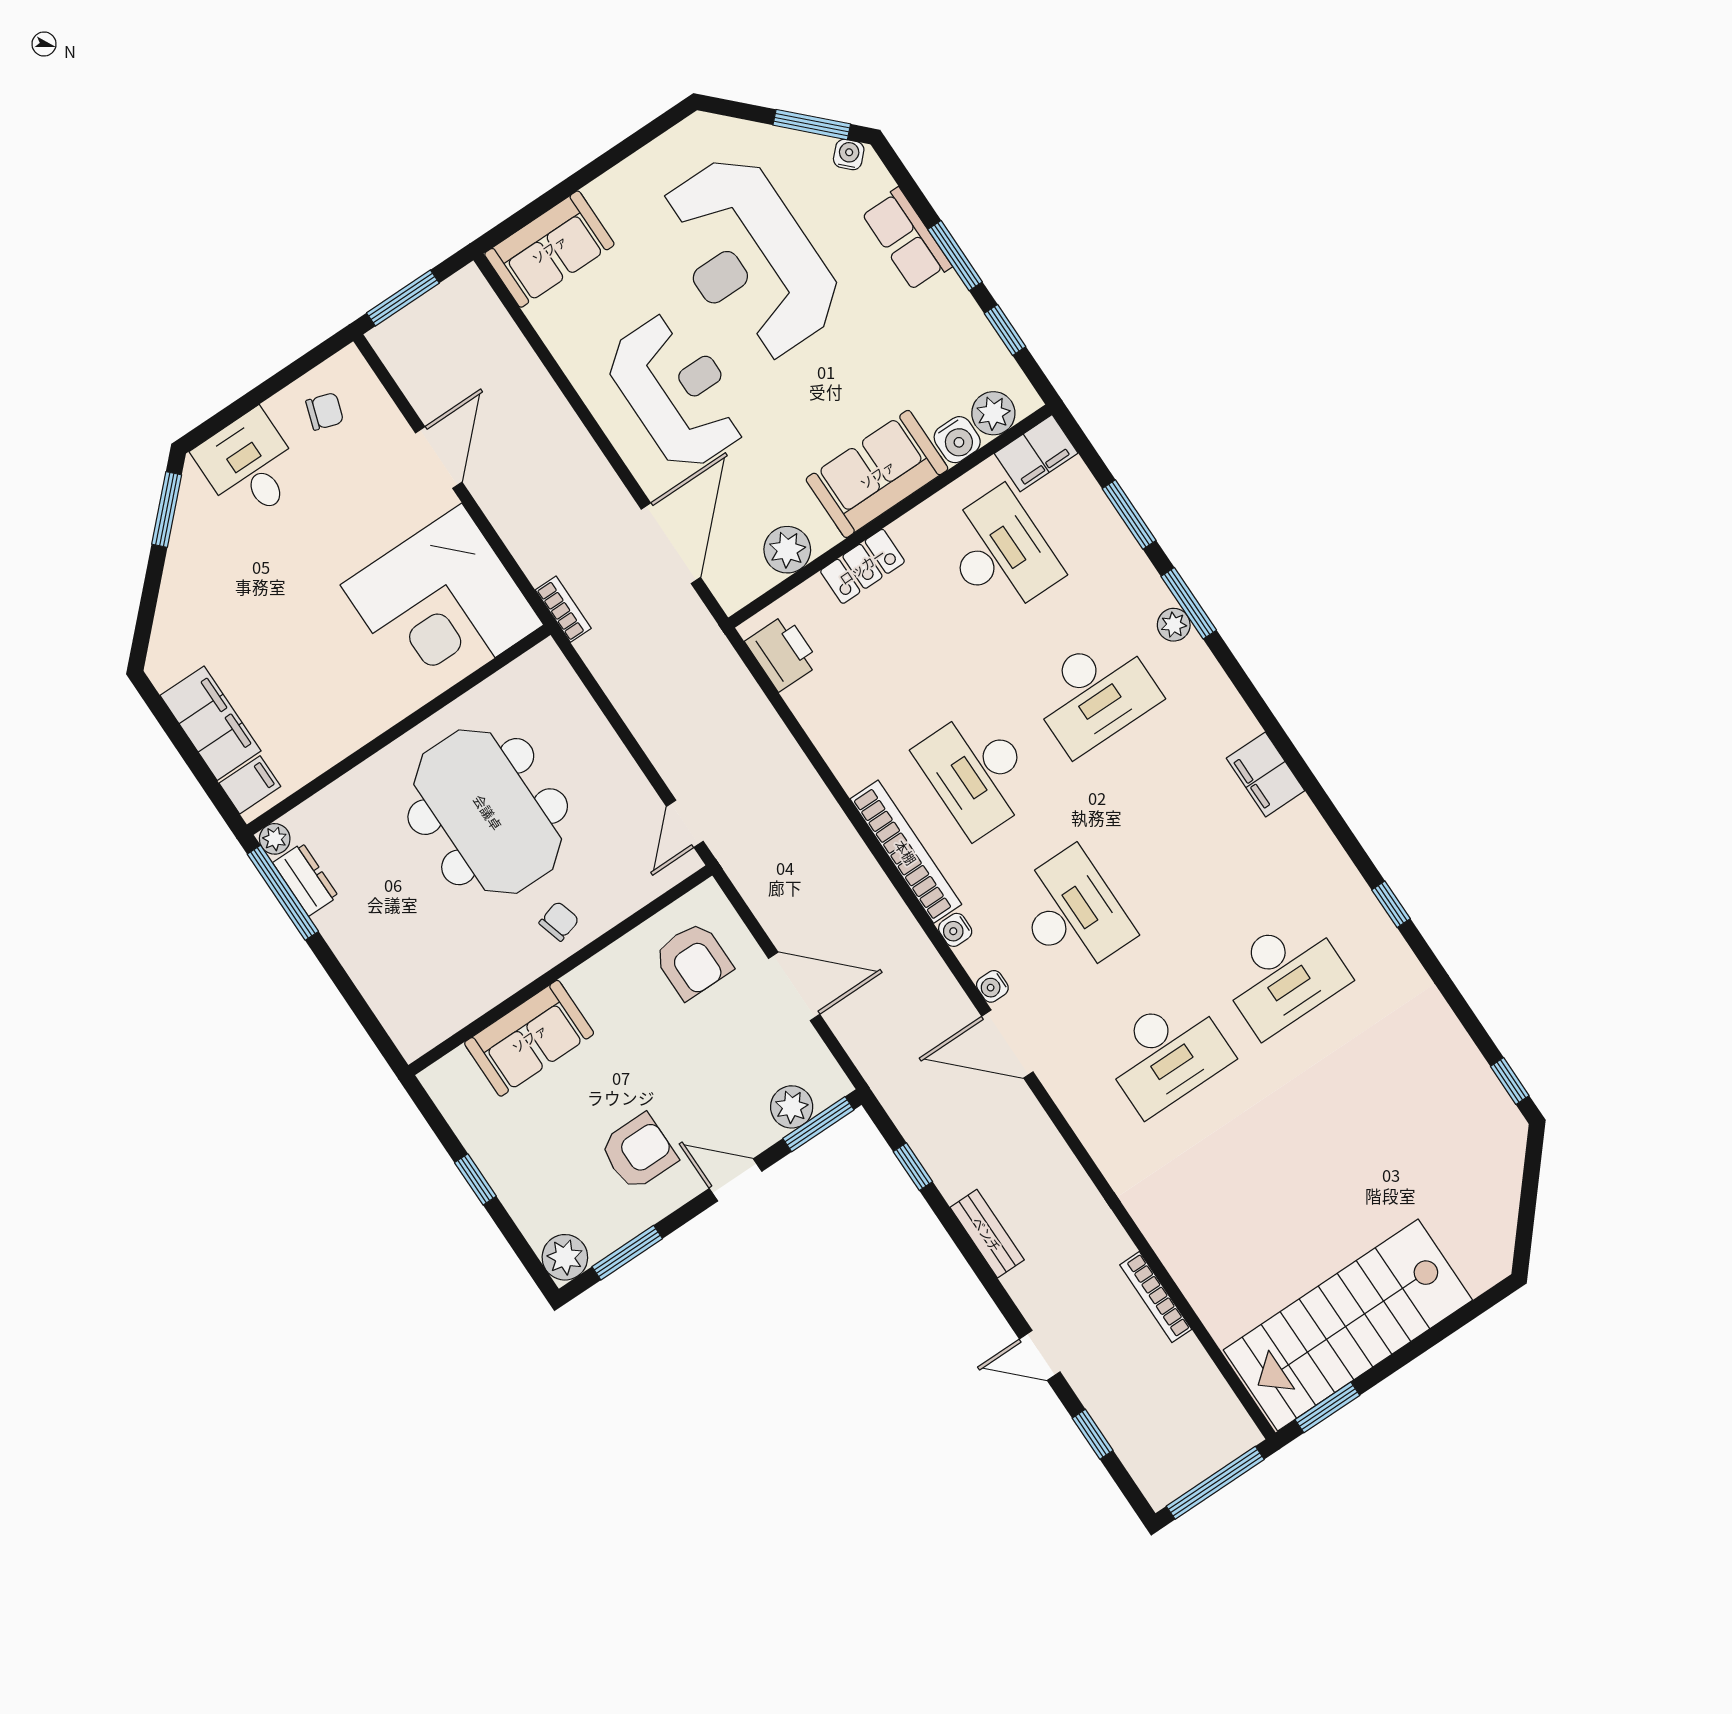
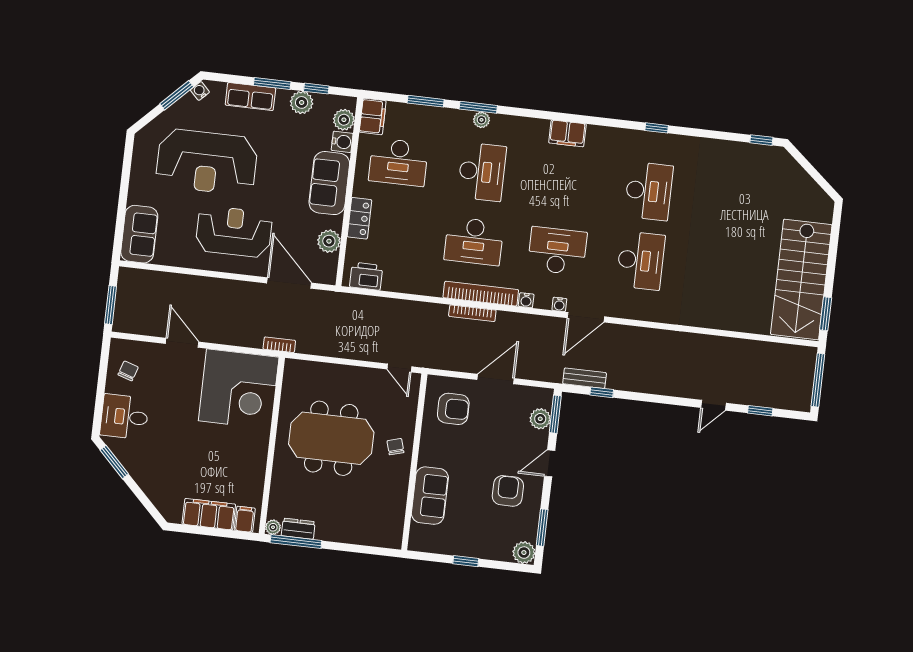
plant: (964, 326) -> (302, 102), added
desk: (1000, 553) -> (398, 162), turned 180
bench: (987, 1234) -> (585, 378), moved
bookcase: (1156, 1297) -> (472, 313), moved

